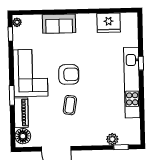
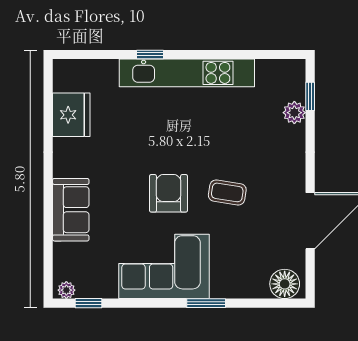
piano: (21, 113) -> (240, 286), removed

